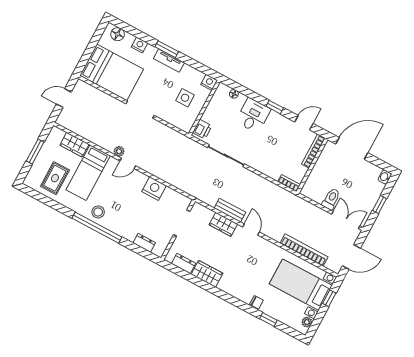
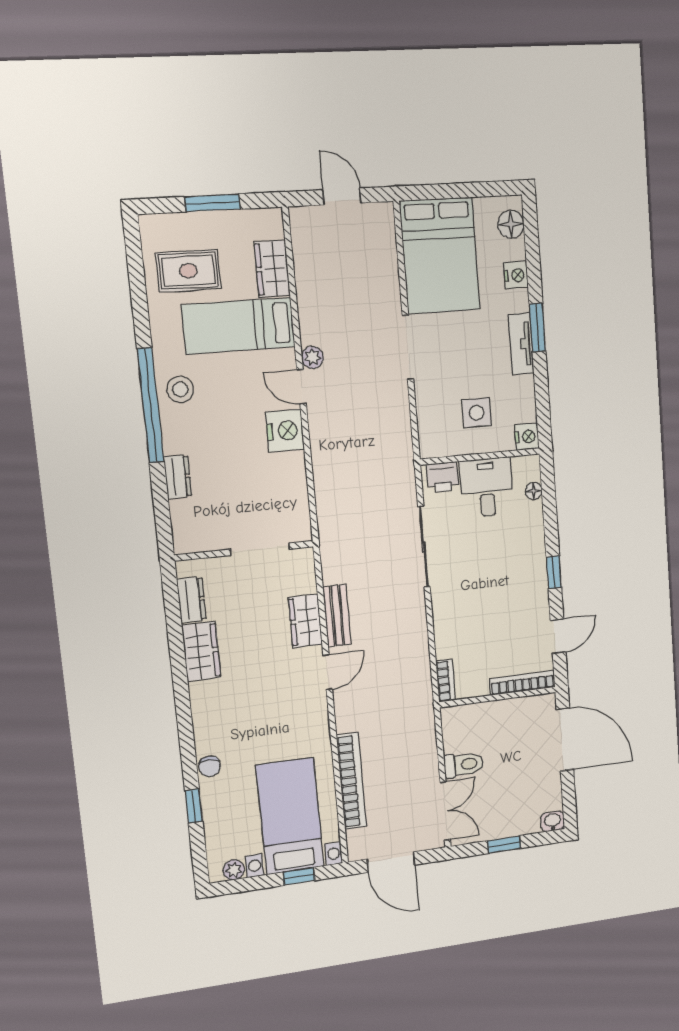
desk: (253, 115) -> (487, 487), moved, turned -90
door: (304, 123) -> (558, 636), hinge flipped
nightstand: (154, 189) -> (285, 431), moved
dresser: (144, 243) -> (178, 477), moved

